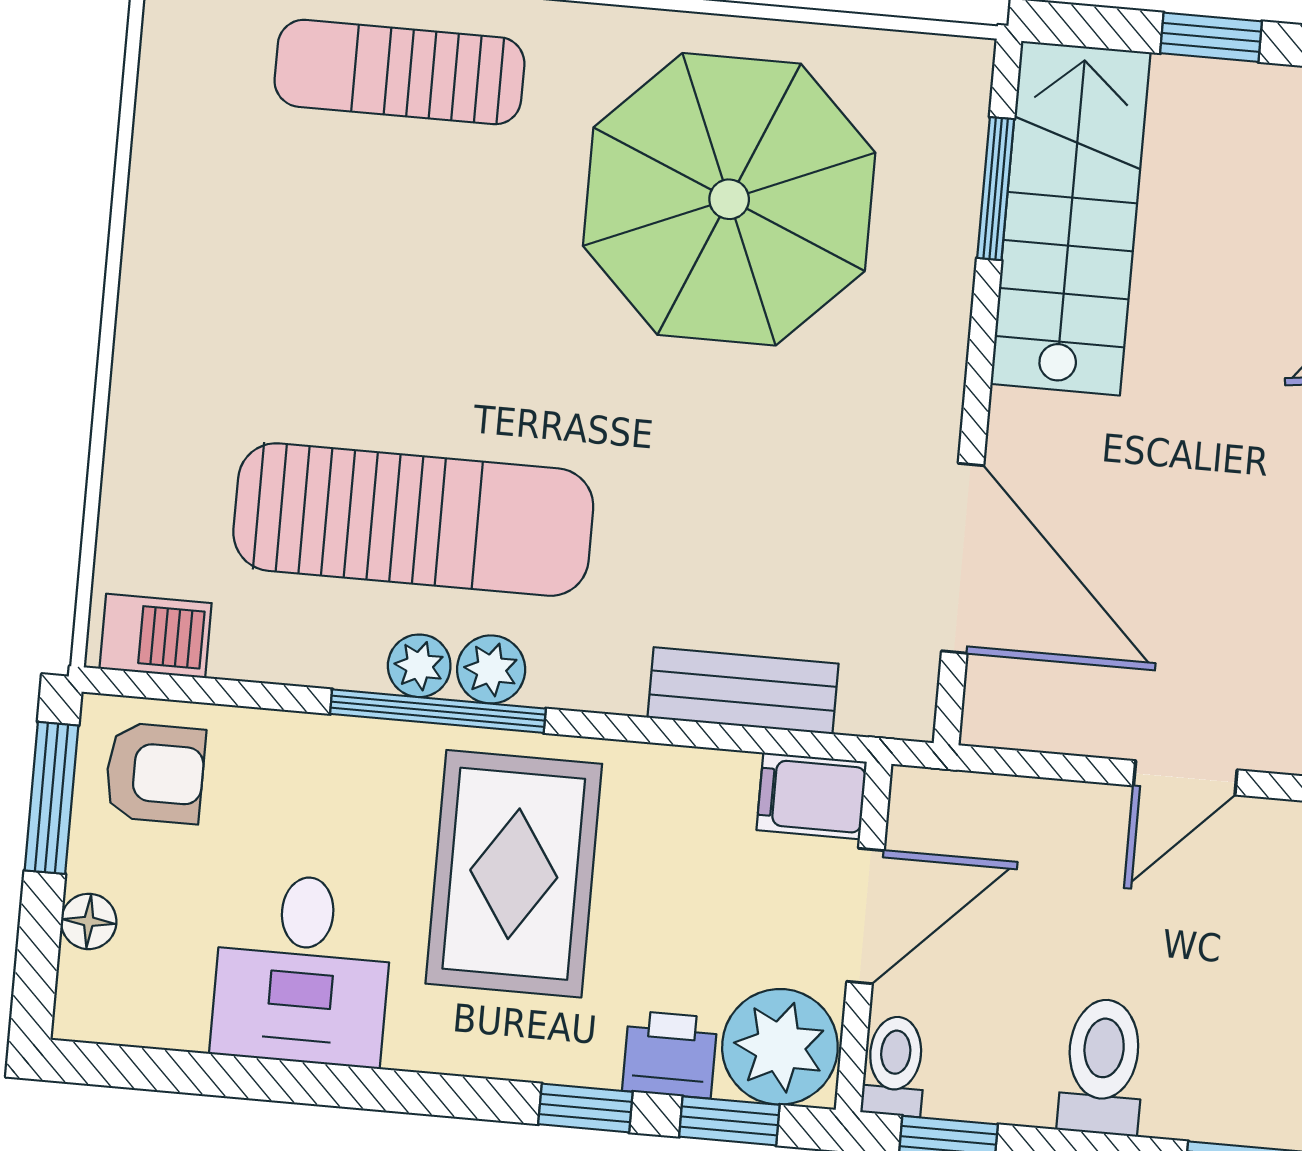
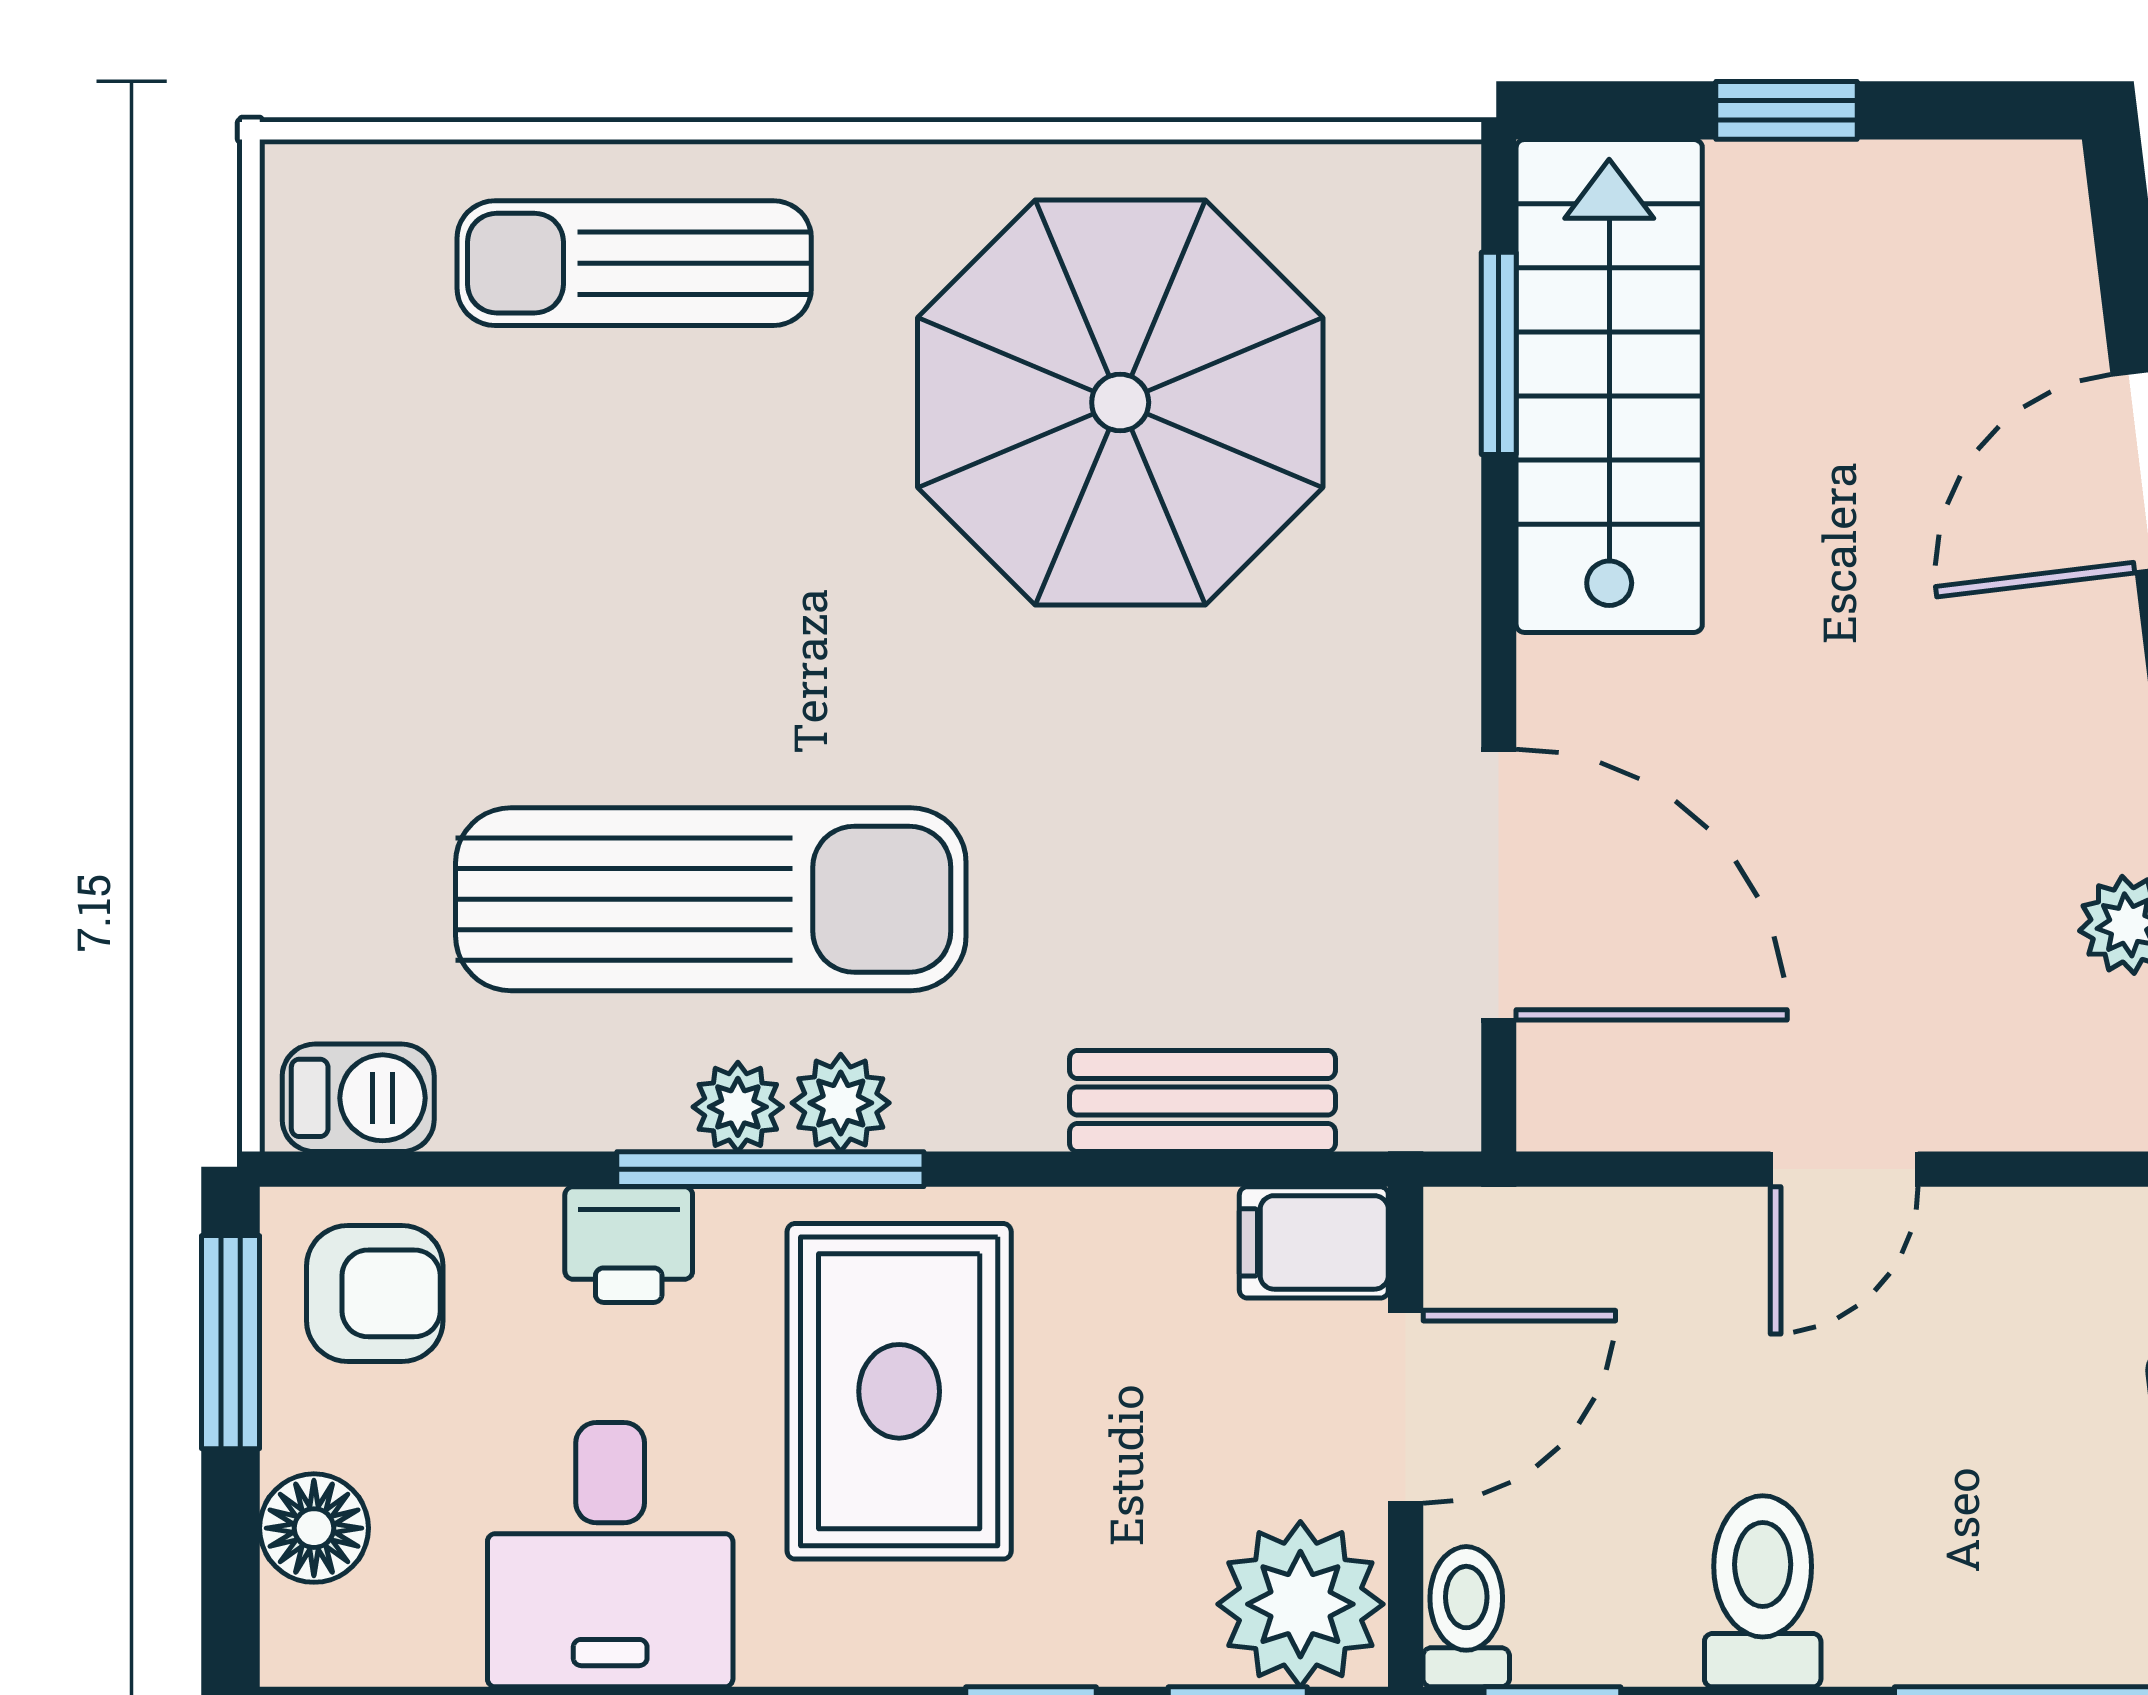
floor lamp: (89, 921) -> (314, 1528), width x1.37, depth x1.37
printer: (670, 1054) -> (629, 1245), moved, turned 180

